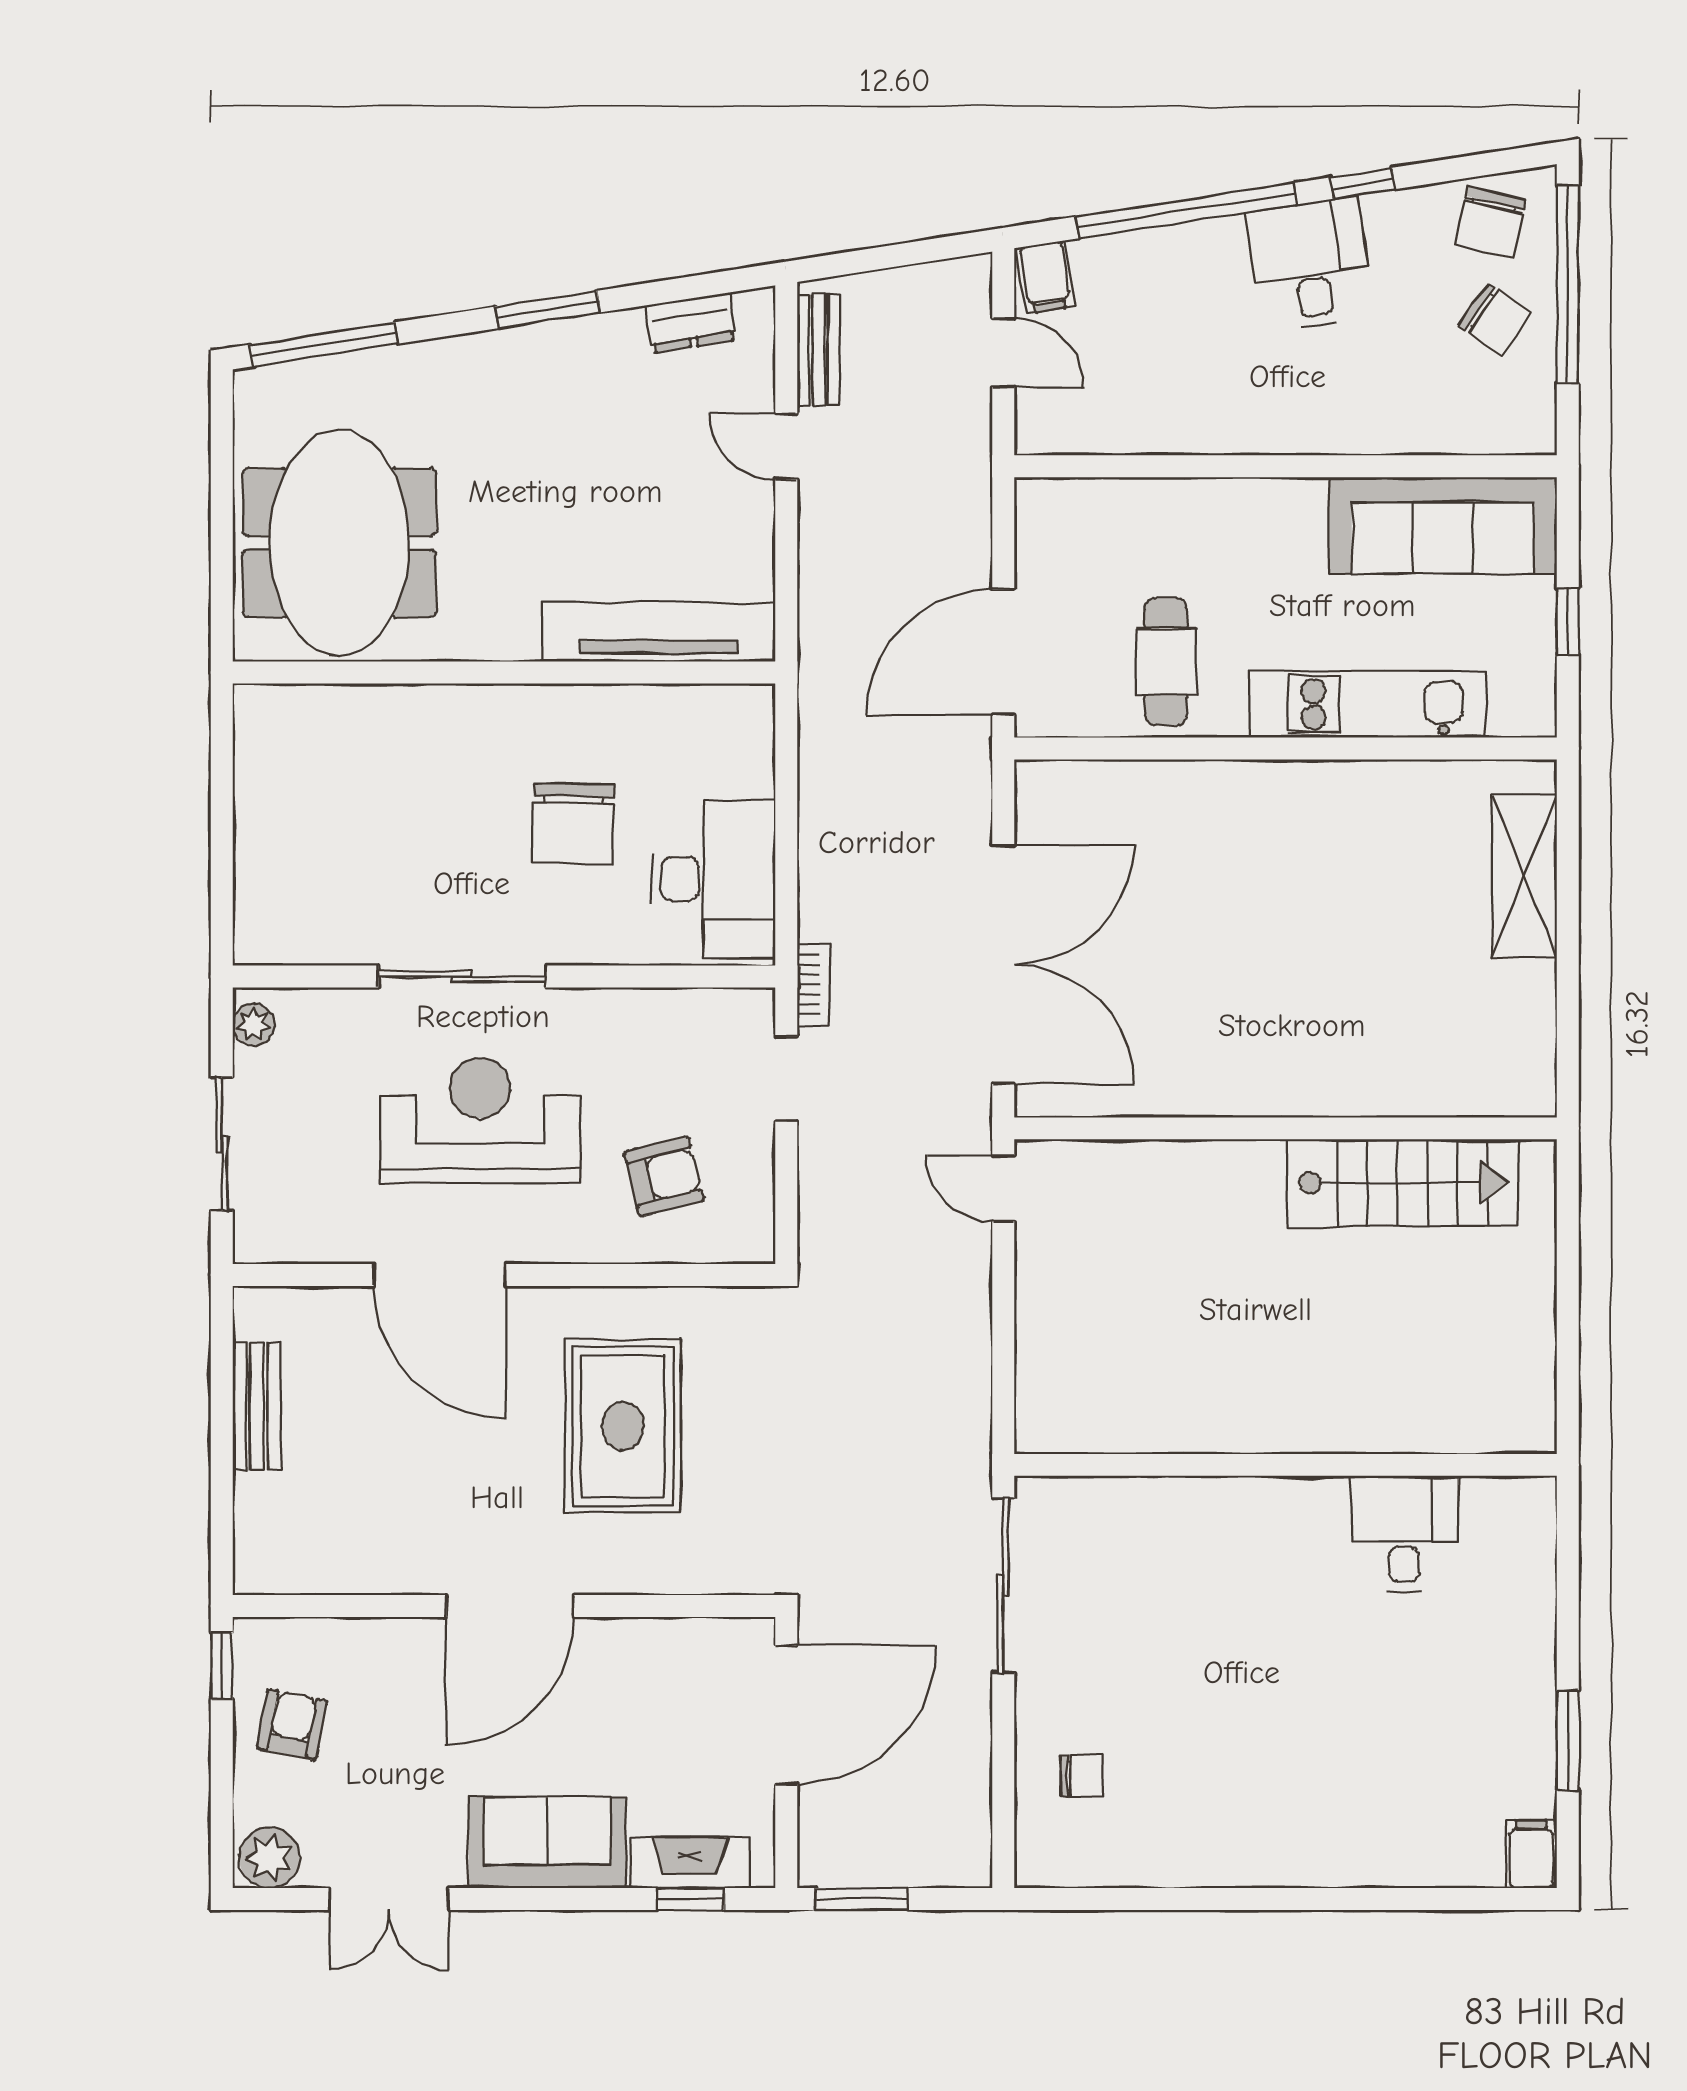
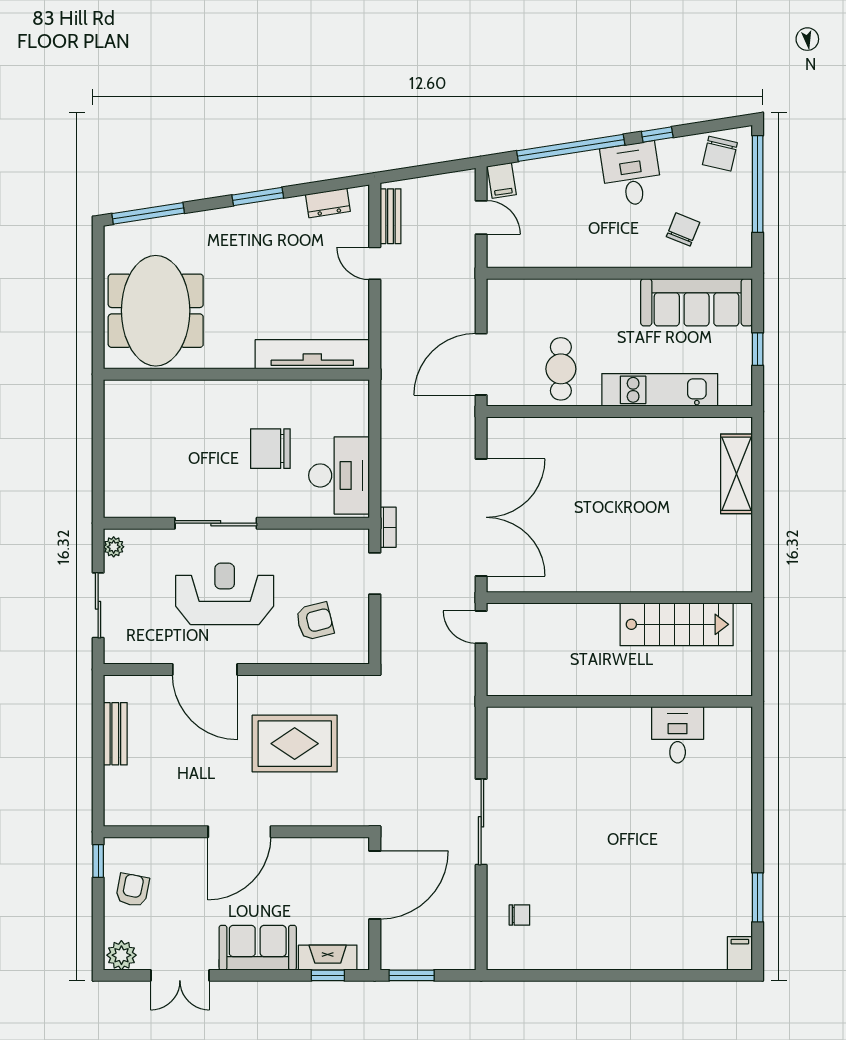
chair: (1495, 319) -> (683, 229), moved, turned -103
chair: (573, 824) -> (270, 449), turned 89
rug: (623, 1426) -> (295, 744), turned 90
wall: (1285, 1465) -> (619, 701), moved
desk: (1404, 1533) -> (678, 735), moved

